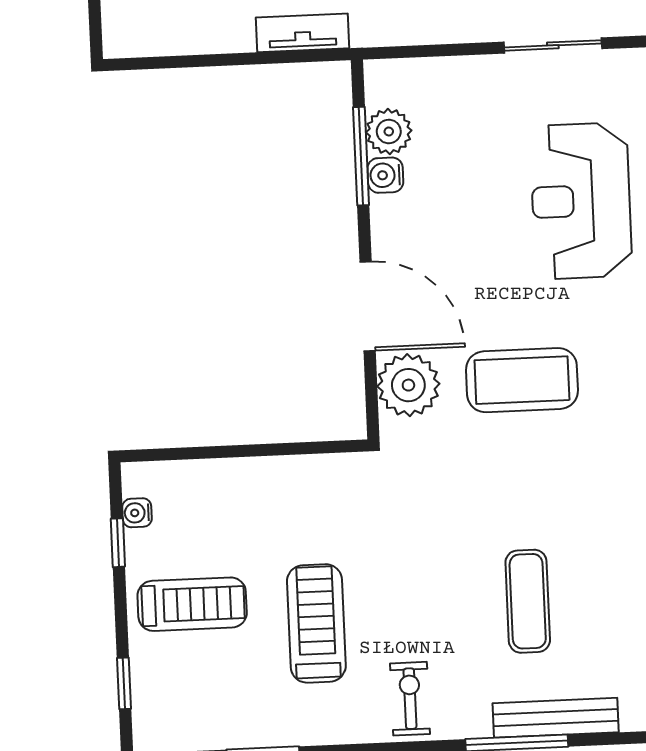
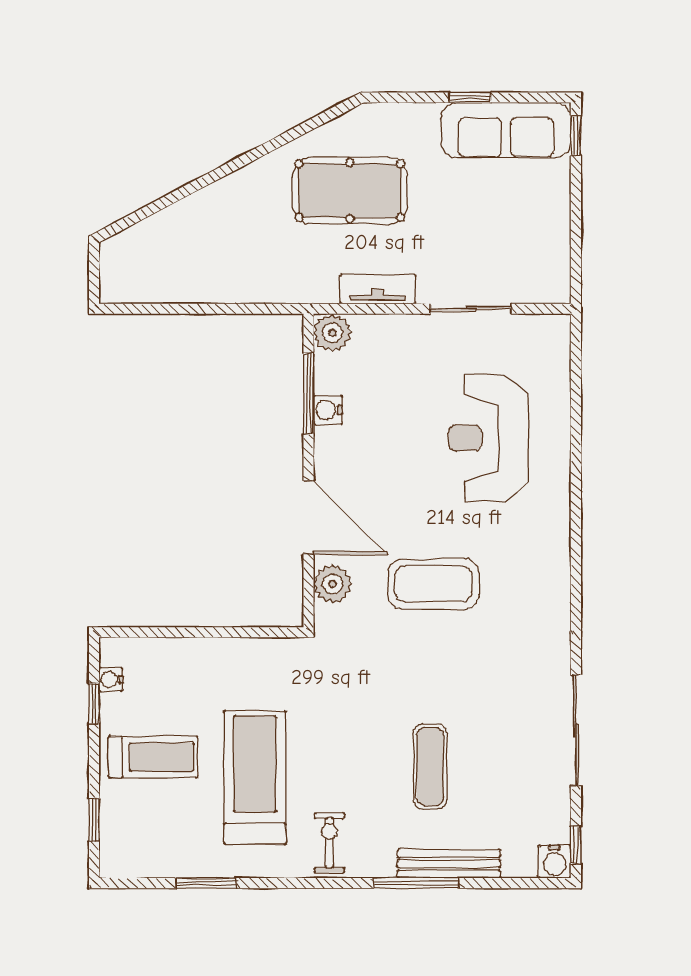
tv unit: (303, 33) -> (378, 289), moved
plant: (389, 131) -> (332, 333), moved
plant: (408, 385) -> (332, 584), width x0.73, depth x0.73
treadmill: (316, 623) -> (255, 777), width x1.37, depth x1.38

